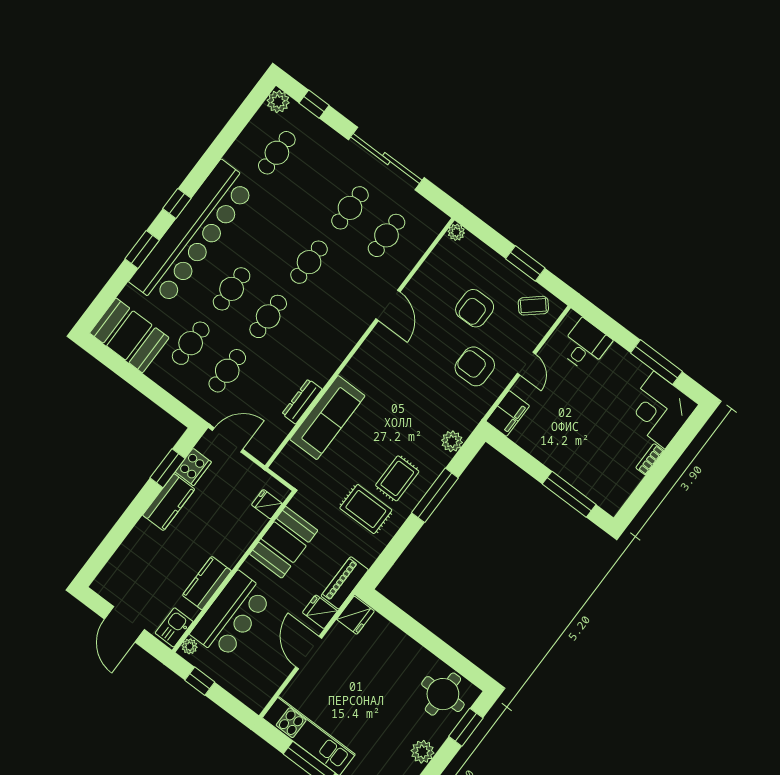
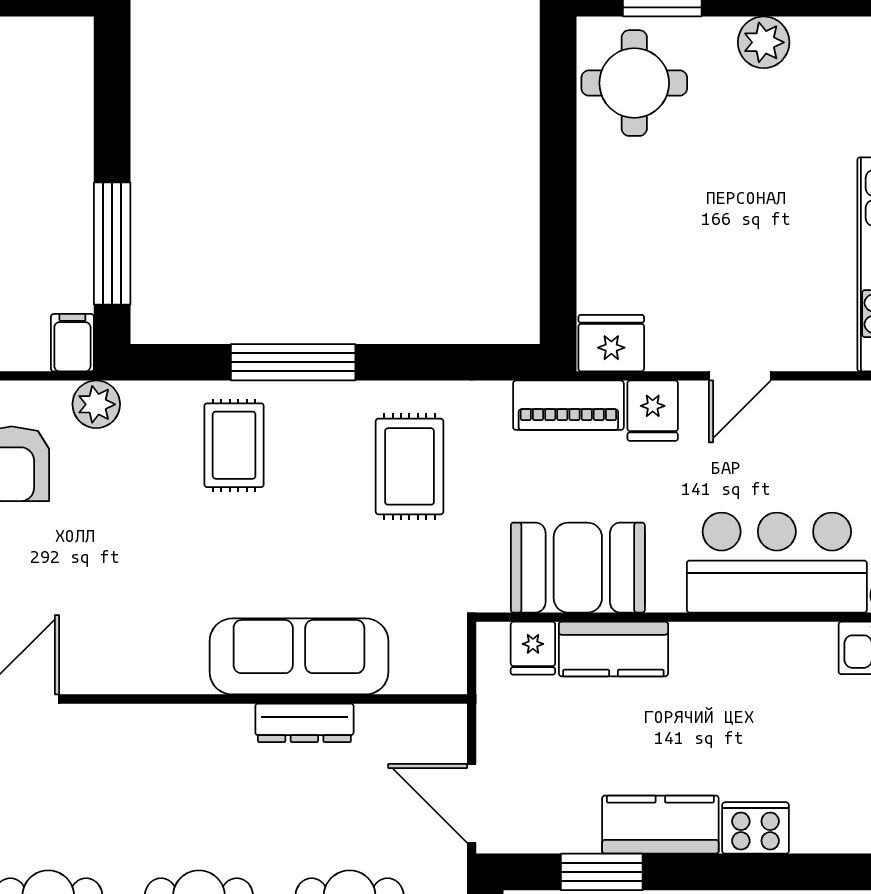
filing cabinet: (508, 413) -> (72, 343), width x0.50
plant: (452, 441) -> (96, 404), moved
cooker: (193, 467) -> (756, 828), moved
rug: (397, 478) -> (234, 445), moved, turned 90
window: (569, 494) -> (112, 244), moved
kitchen counter: (207, 583) -> (613, 649), moved
door: (309, 653) -> (740, 376), width x0.73

